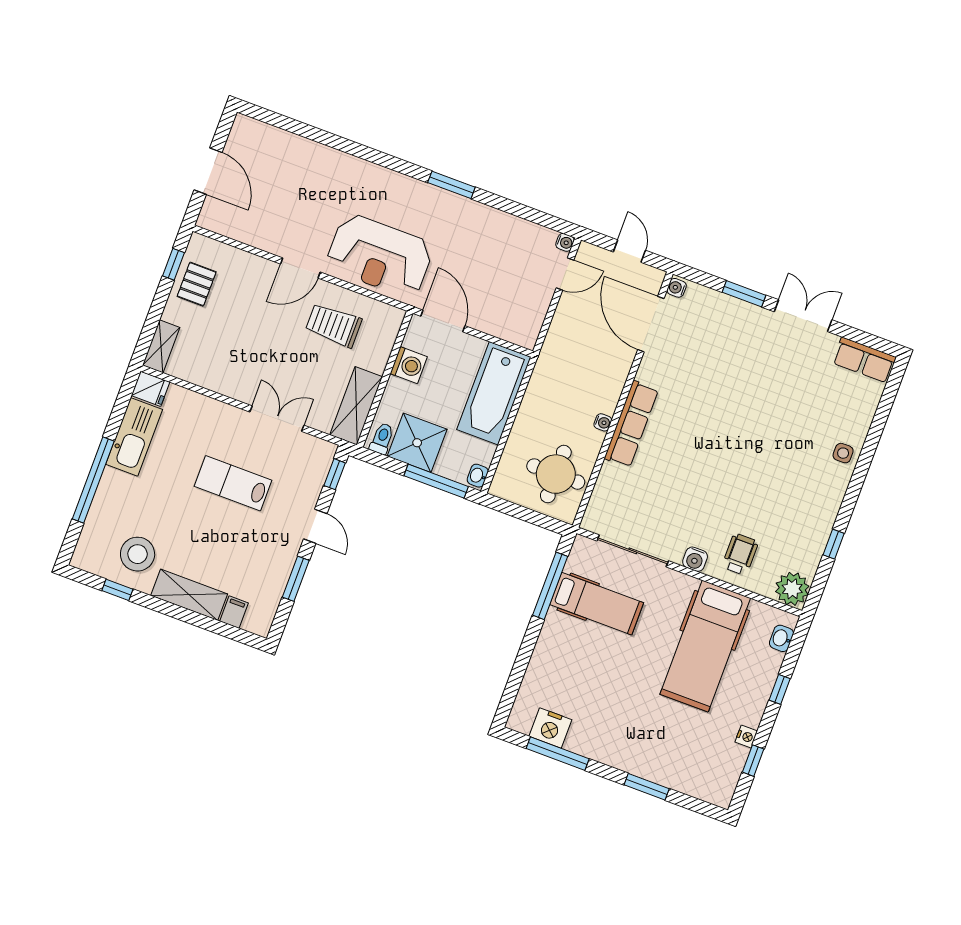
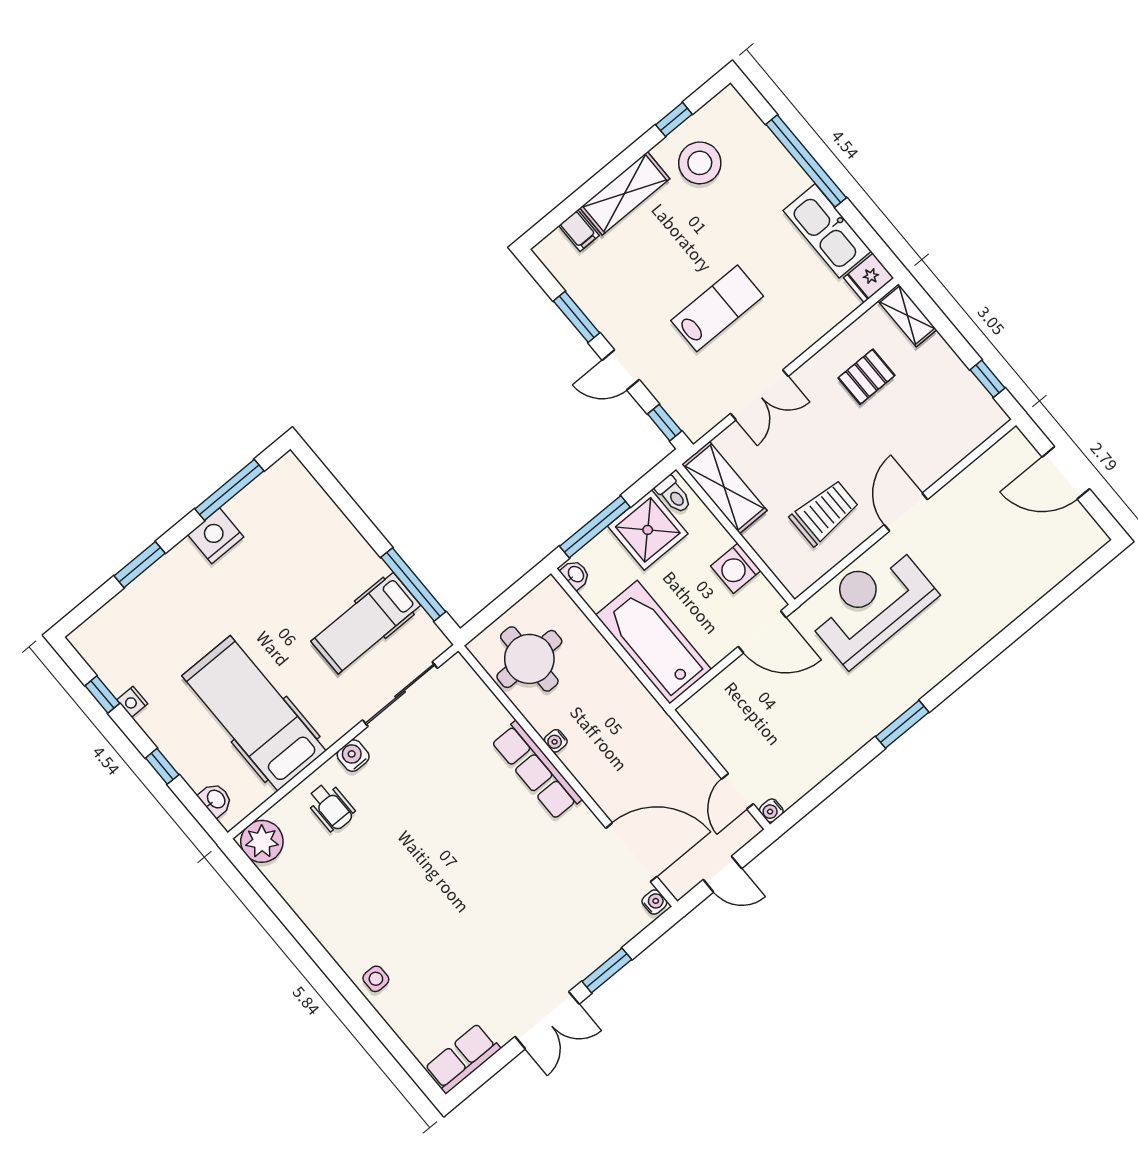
pallet: (197, 284) -> (866, 377), moved, turned 90
window: (834, 544) -> (284, 913), removed
nightstand: (550, 728) -> (216, 536), moved

